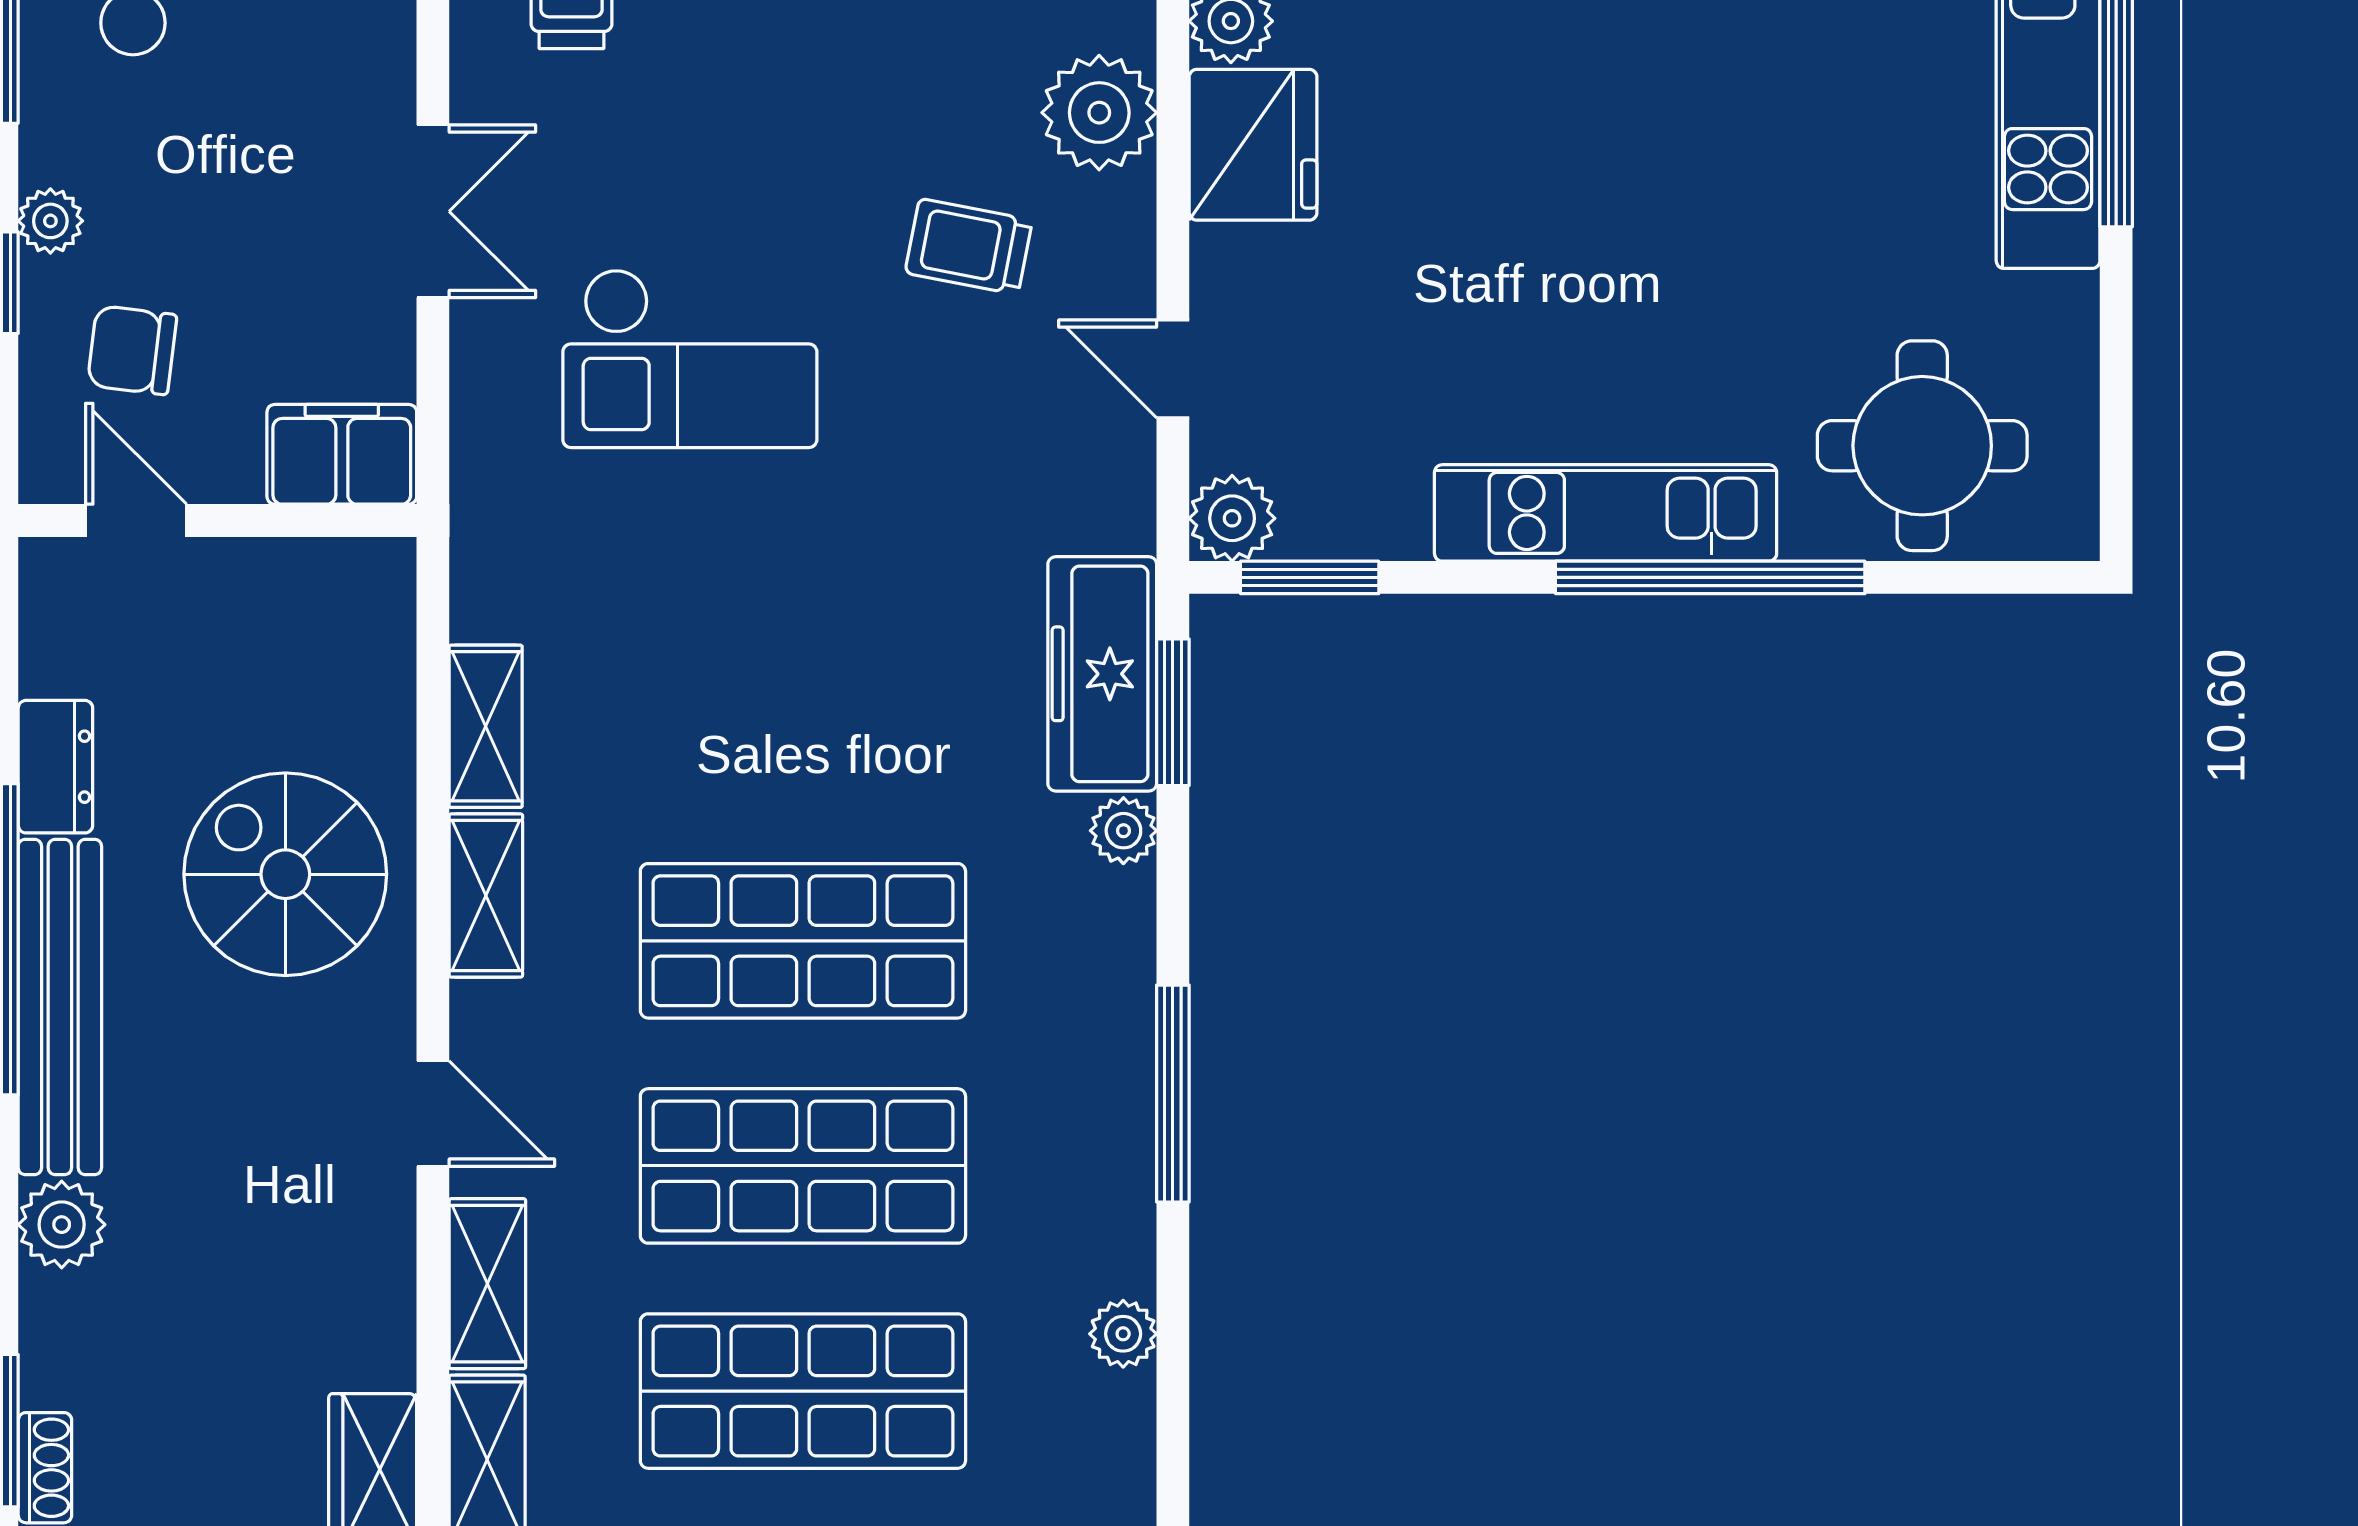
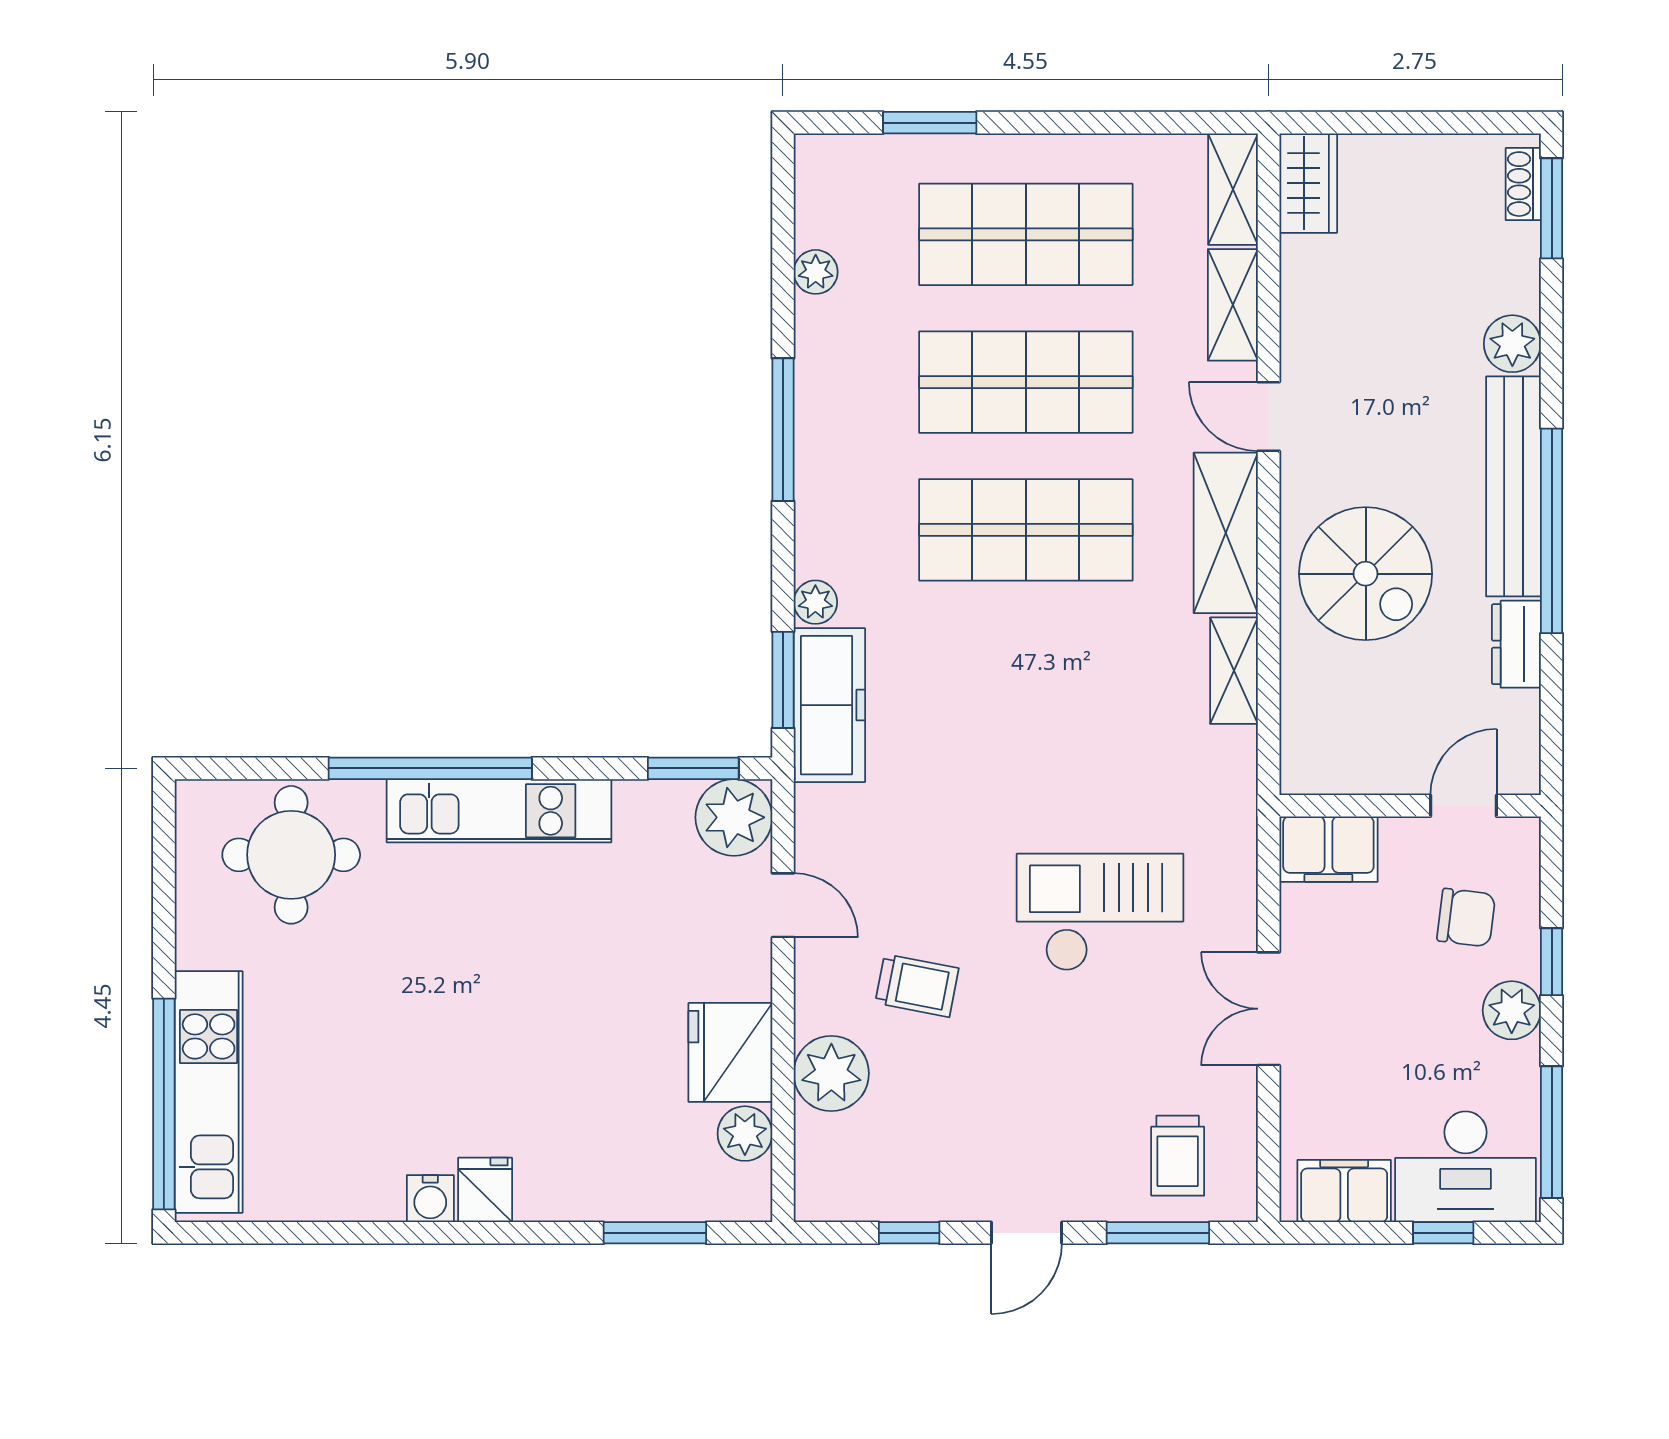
plant: (50, 221) -> (1512, 1010), width x1.38, depth x1.38
plant: (1232, 518) -> (734, 817), width x1.36, depth x1.36
door: (136, 521) -> (1463, 806), swing flipped
shelving: (486, 896) -> (1226, 533), width x1.50, depth x1.33

